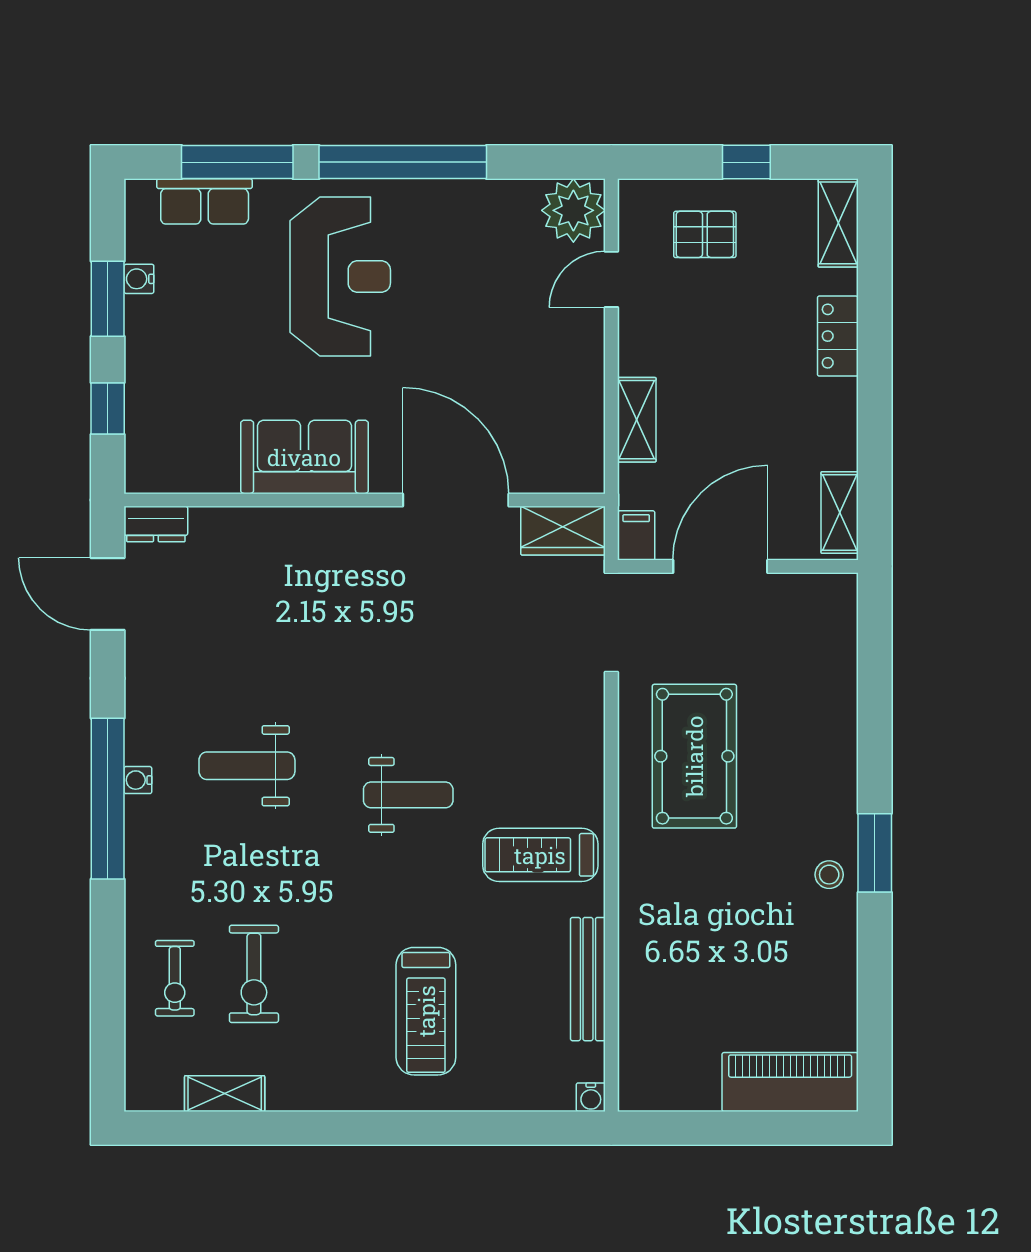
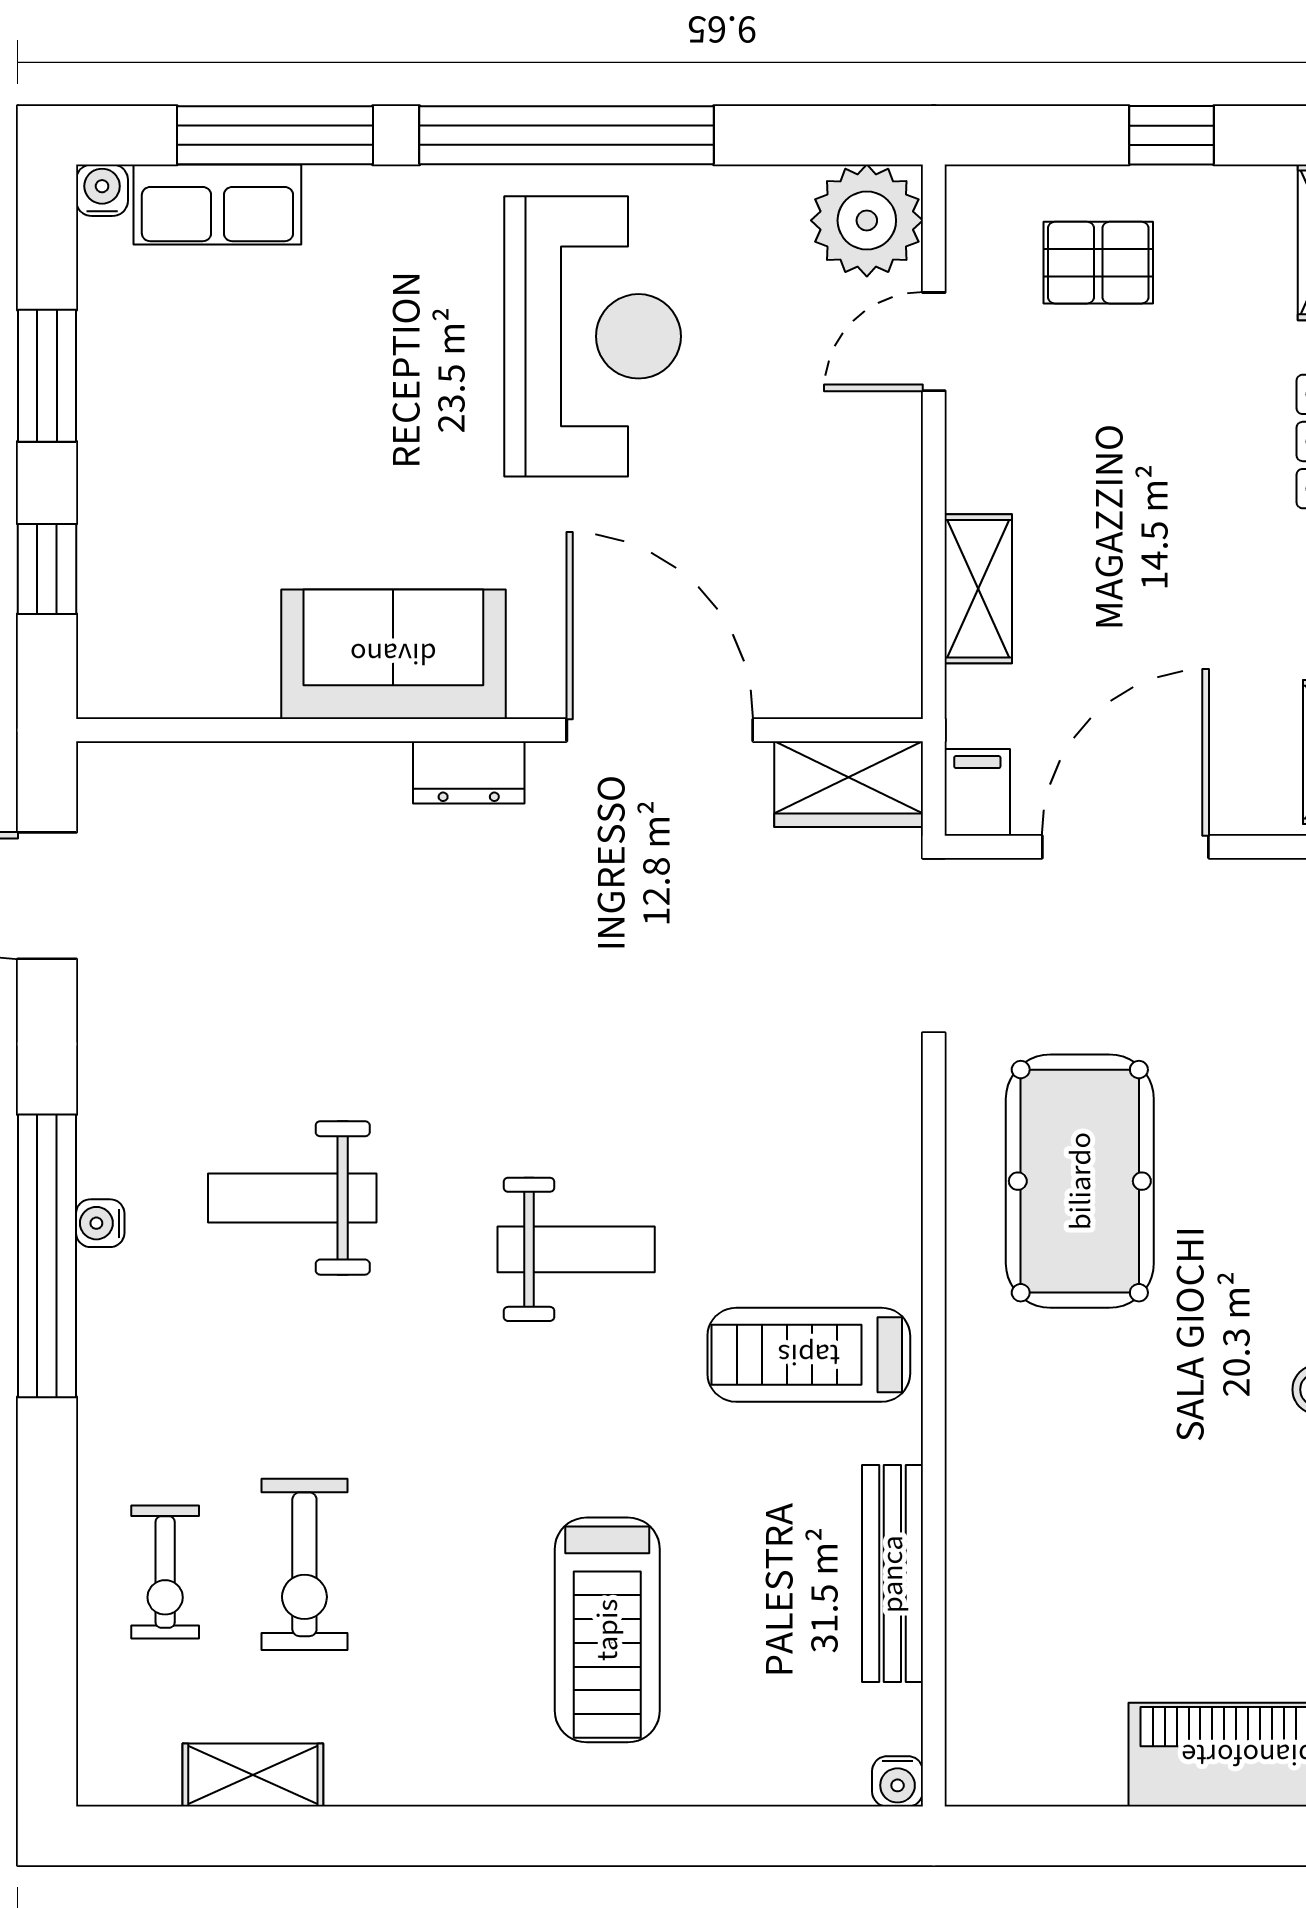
reception desk: (340, 277) -> (593, 336), moved
water cooler: (139, 279) -> (102, 190), moved, turned 90
dresser: (156, 524) -> (469, 772), moved

